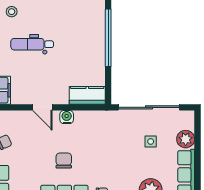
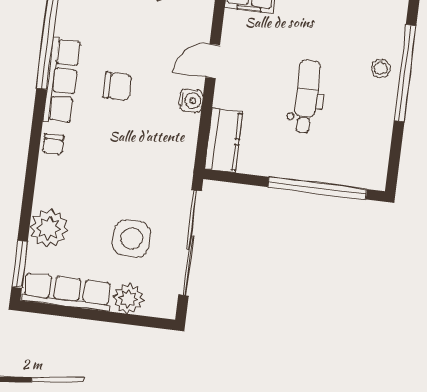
stool: (12, 12) -> (381, 68), moved
dental chair: (32, 44) -> (306, 96), moved
side table: (151, 141) -> (131, 238), width x1.87, depth x1.87

